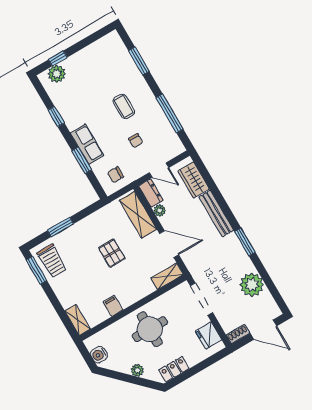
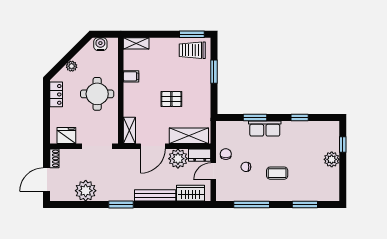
plant: (57, 74) -> (332, 159), moved
chair: (115, 175) -> (226, 154), moved
plant: (160, 210) -> (178, 159), width x1.88, depth x1.88

